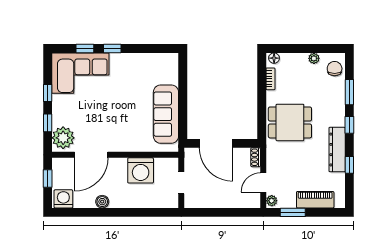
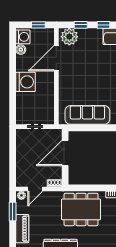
dining table: (290, 122) -> (81, 209), width x1.38
door: (91, 155) -> (56, 58), hinge flipped
washing machine: (141, 170) -> (26, 82), moved, turned 180
door: (263, 183) -> (35, 189), swing flipped
boiler: (102, 202) -> (21, 50), moved

